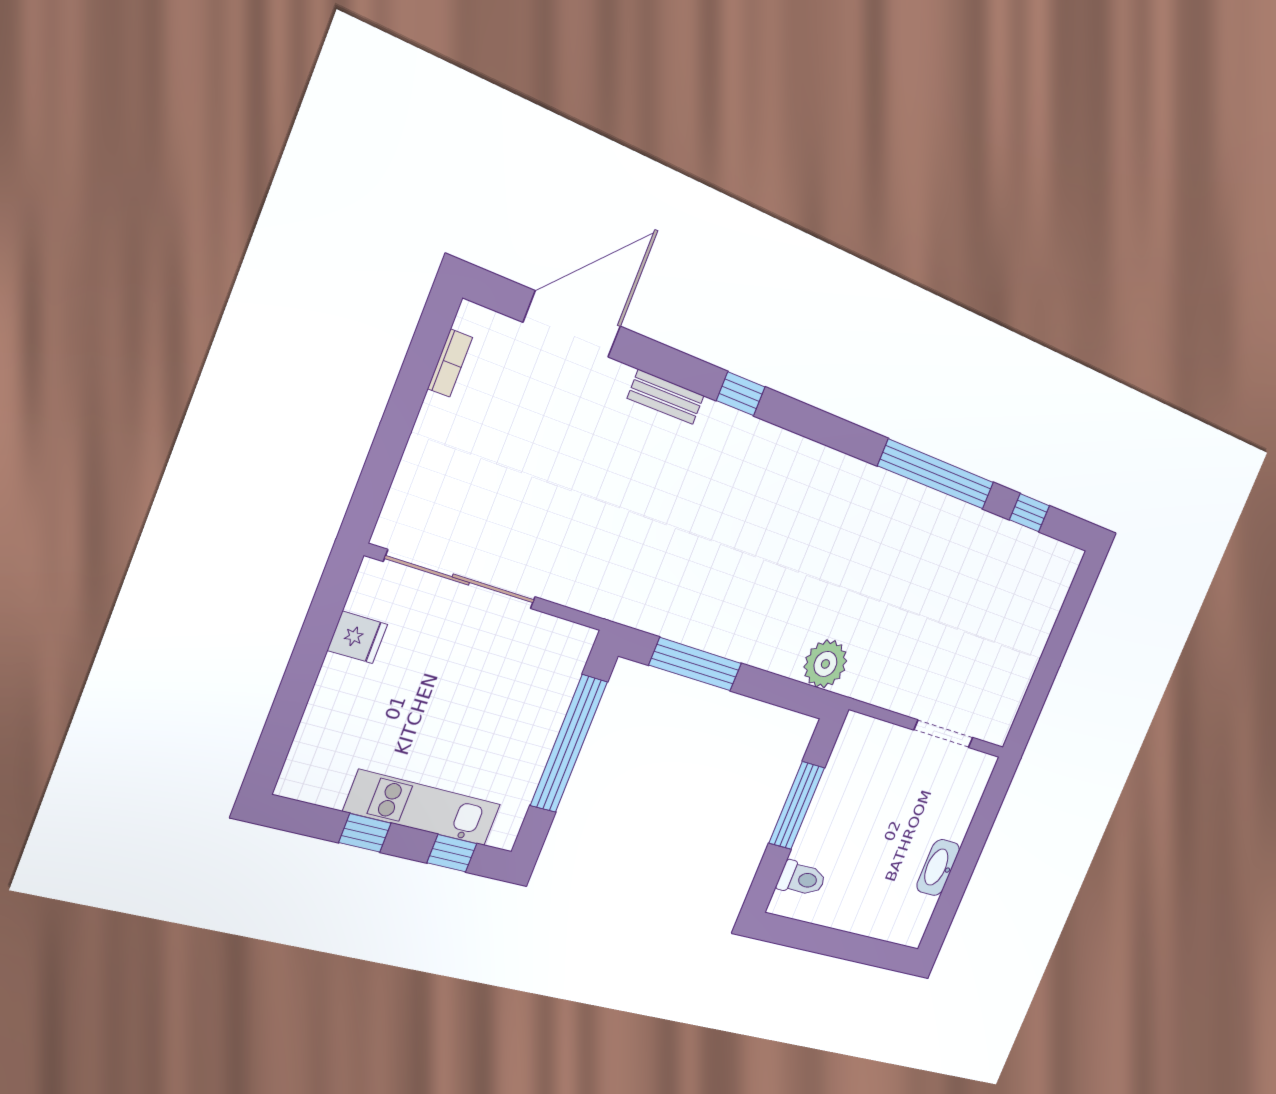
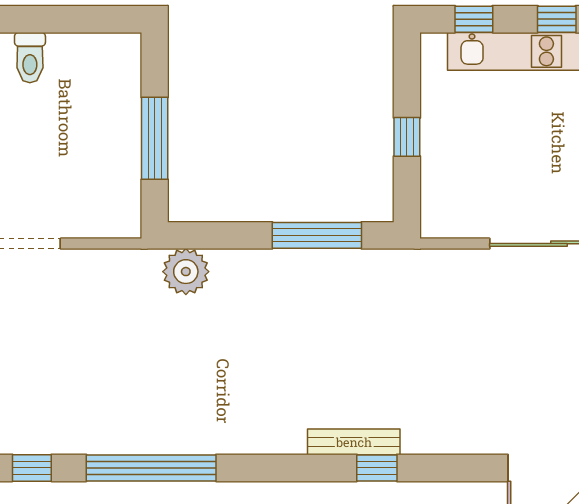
bench: (666, 397) -> (354, 442), moved, width x1.36
window: (569, 744) -> (407, 137), width x0.32
toilet: (802, 879) -> (30, 58), moved, turned -90

